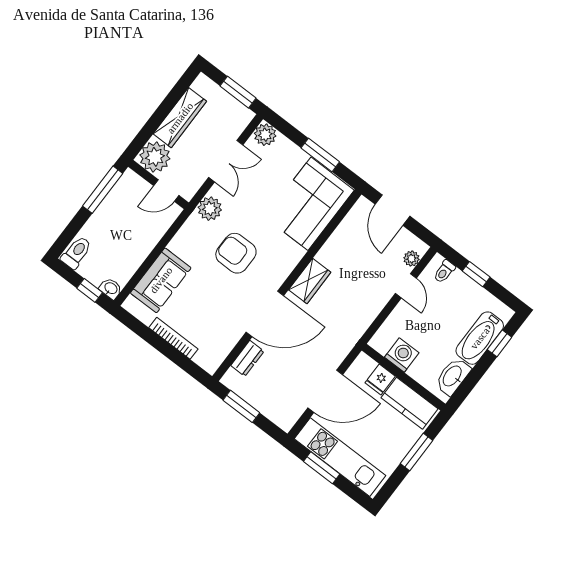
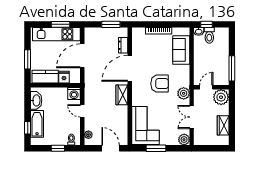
window: (238, 92) -> (208, 148), removed
wardrobe: (180, 118) -> (223, 125), width x0.67
toilet: (76, 252) -> (209, 35), moved
door: (406, 286) -> (82, 111), moved
washing machine: (402, 355) -> (74, 93), moved

